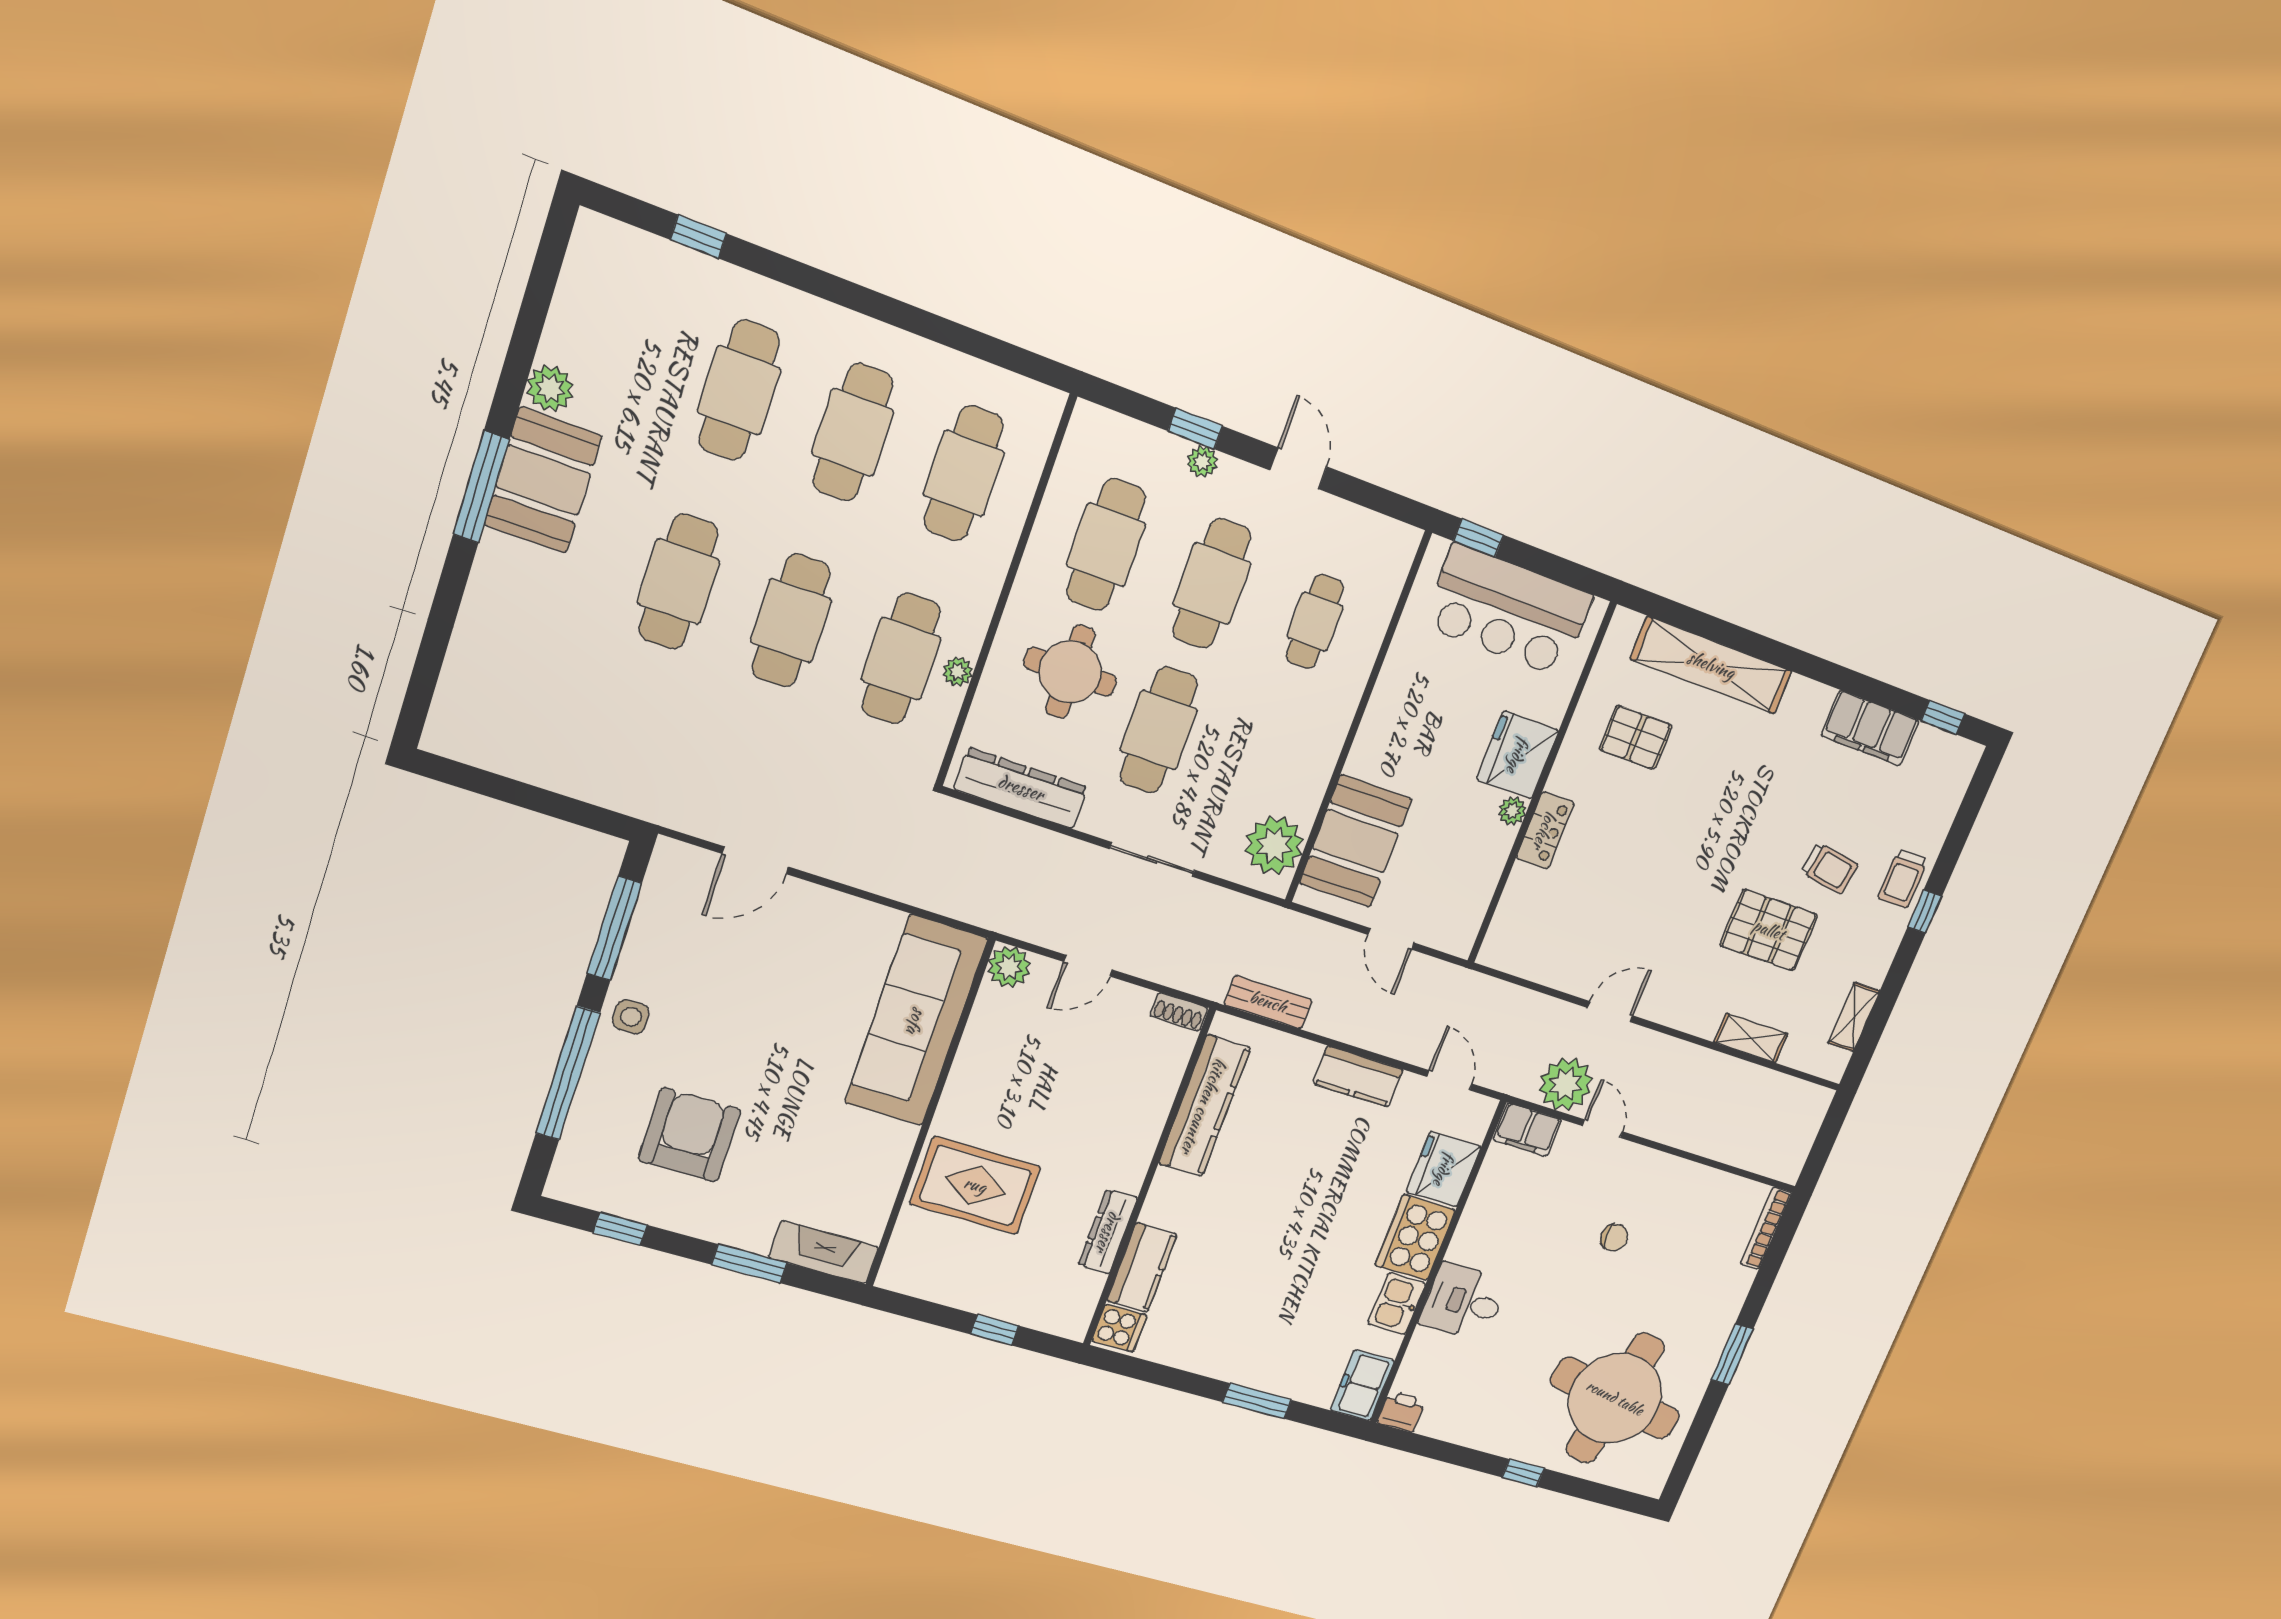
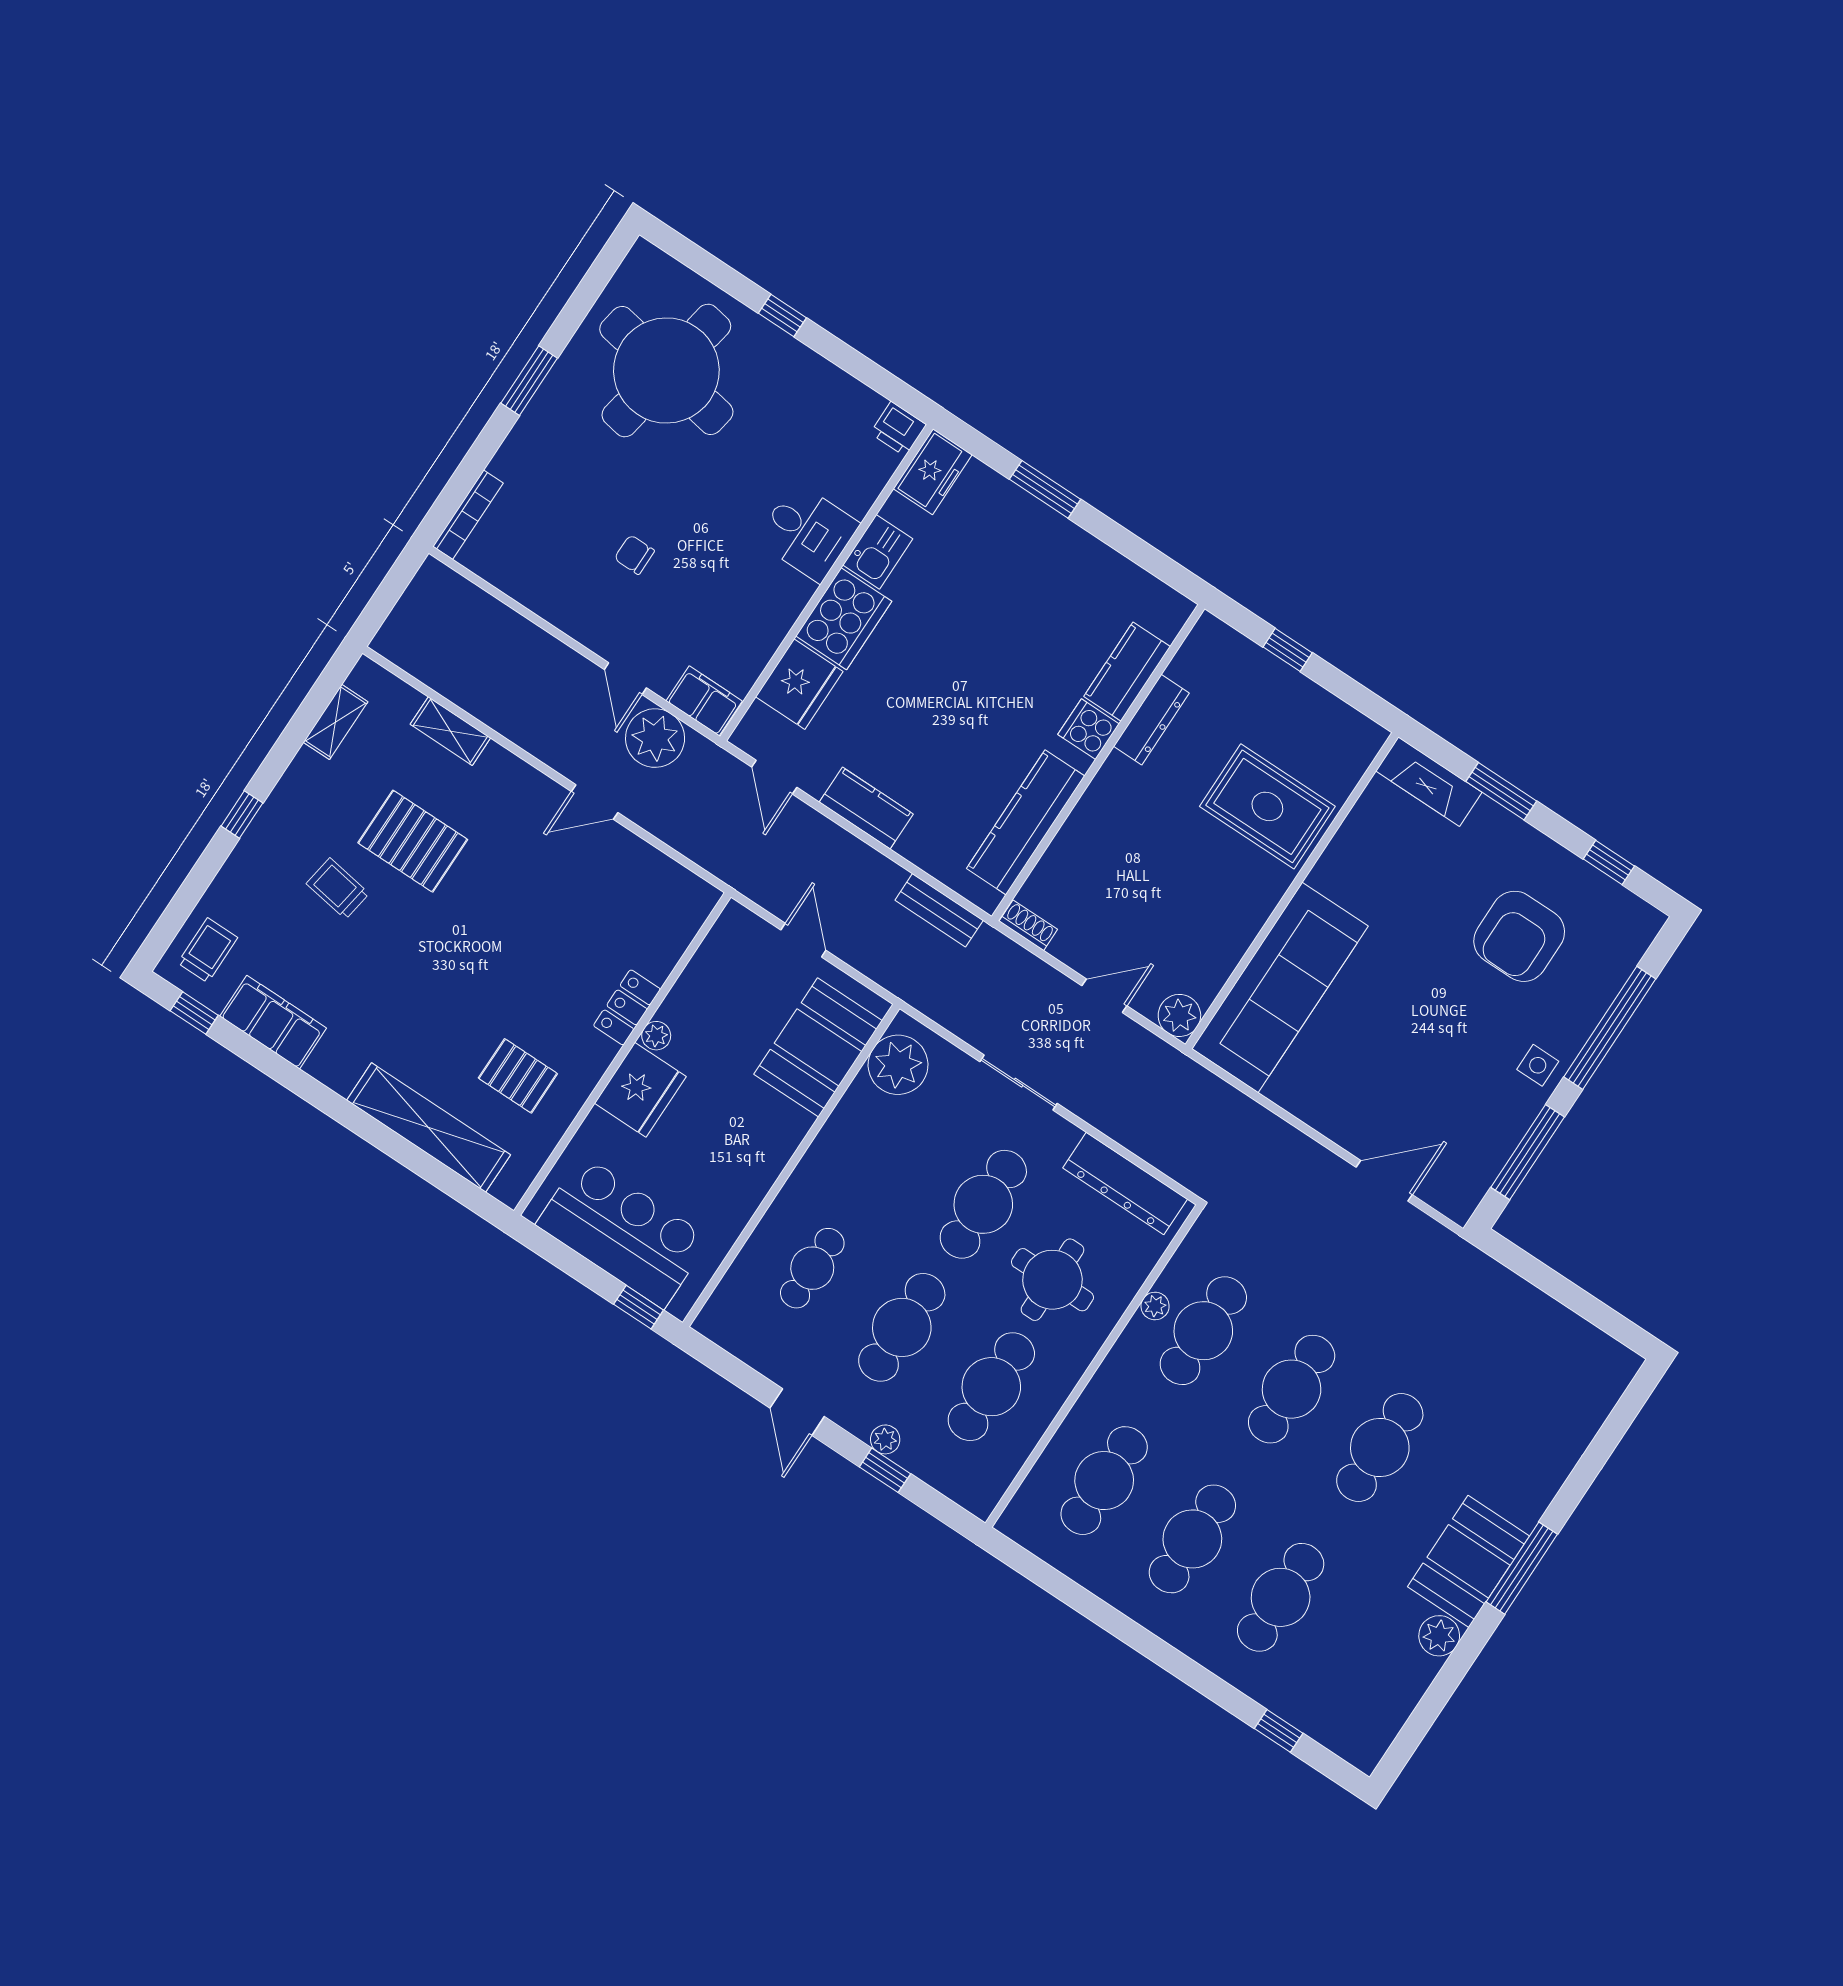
trolley: (1903, 879) -> (208, 950), moved
cooker: (1119, 1328) -> (1089, 729), moved

